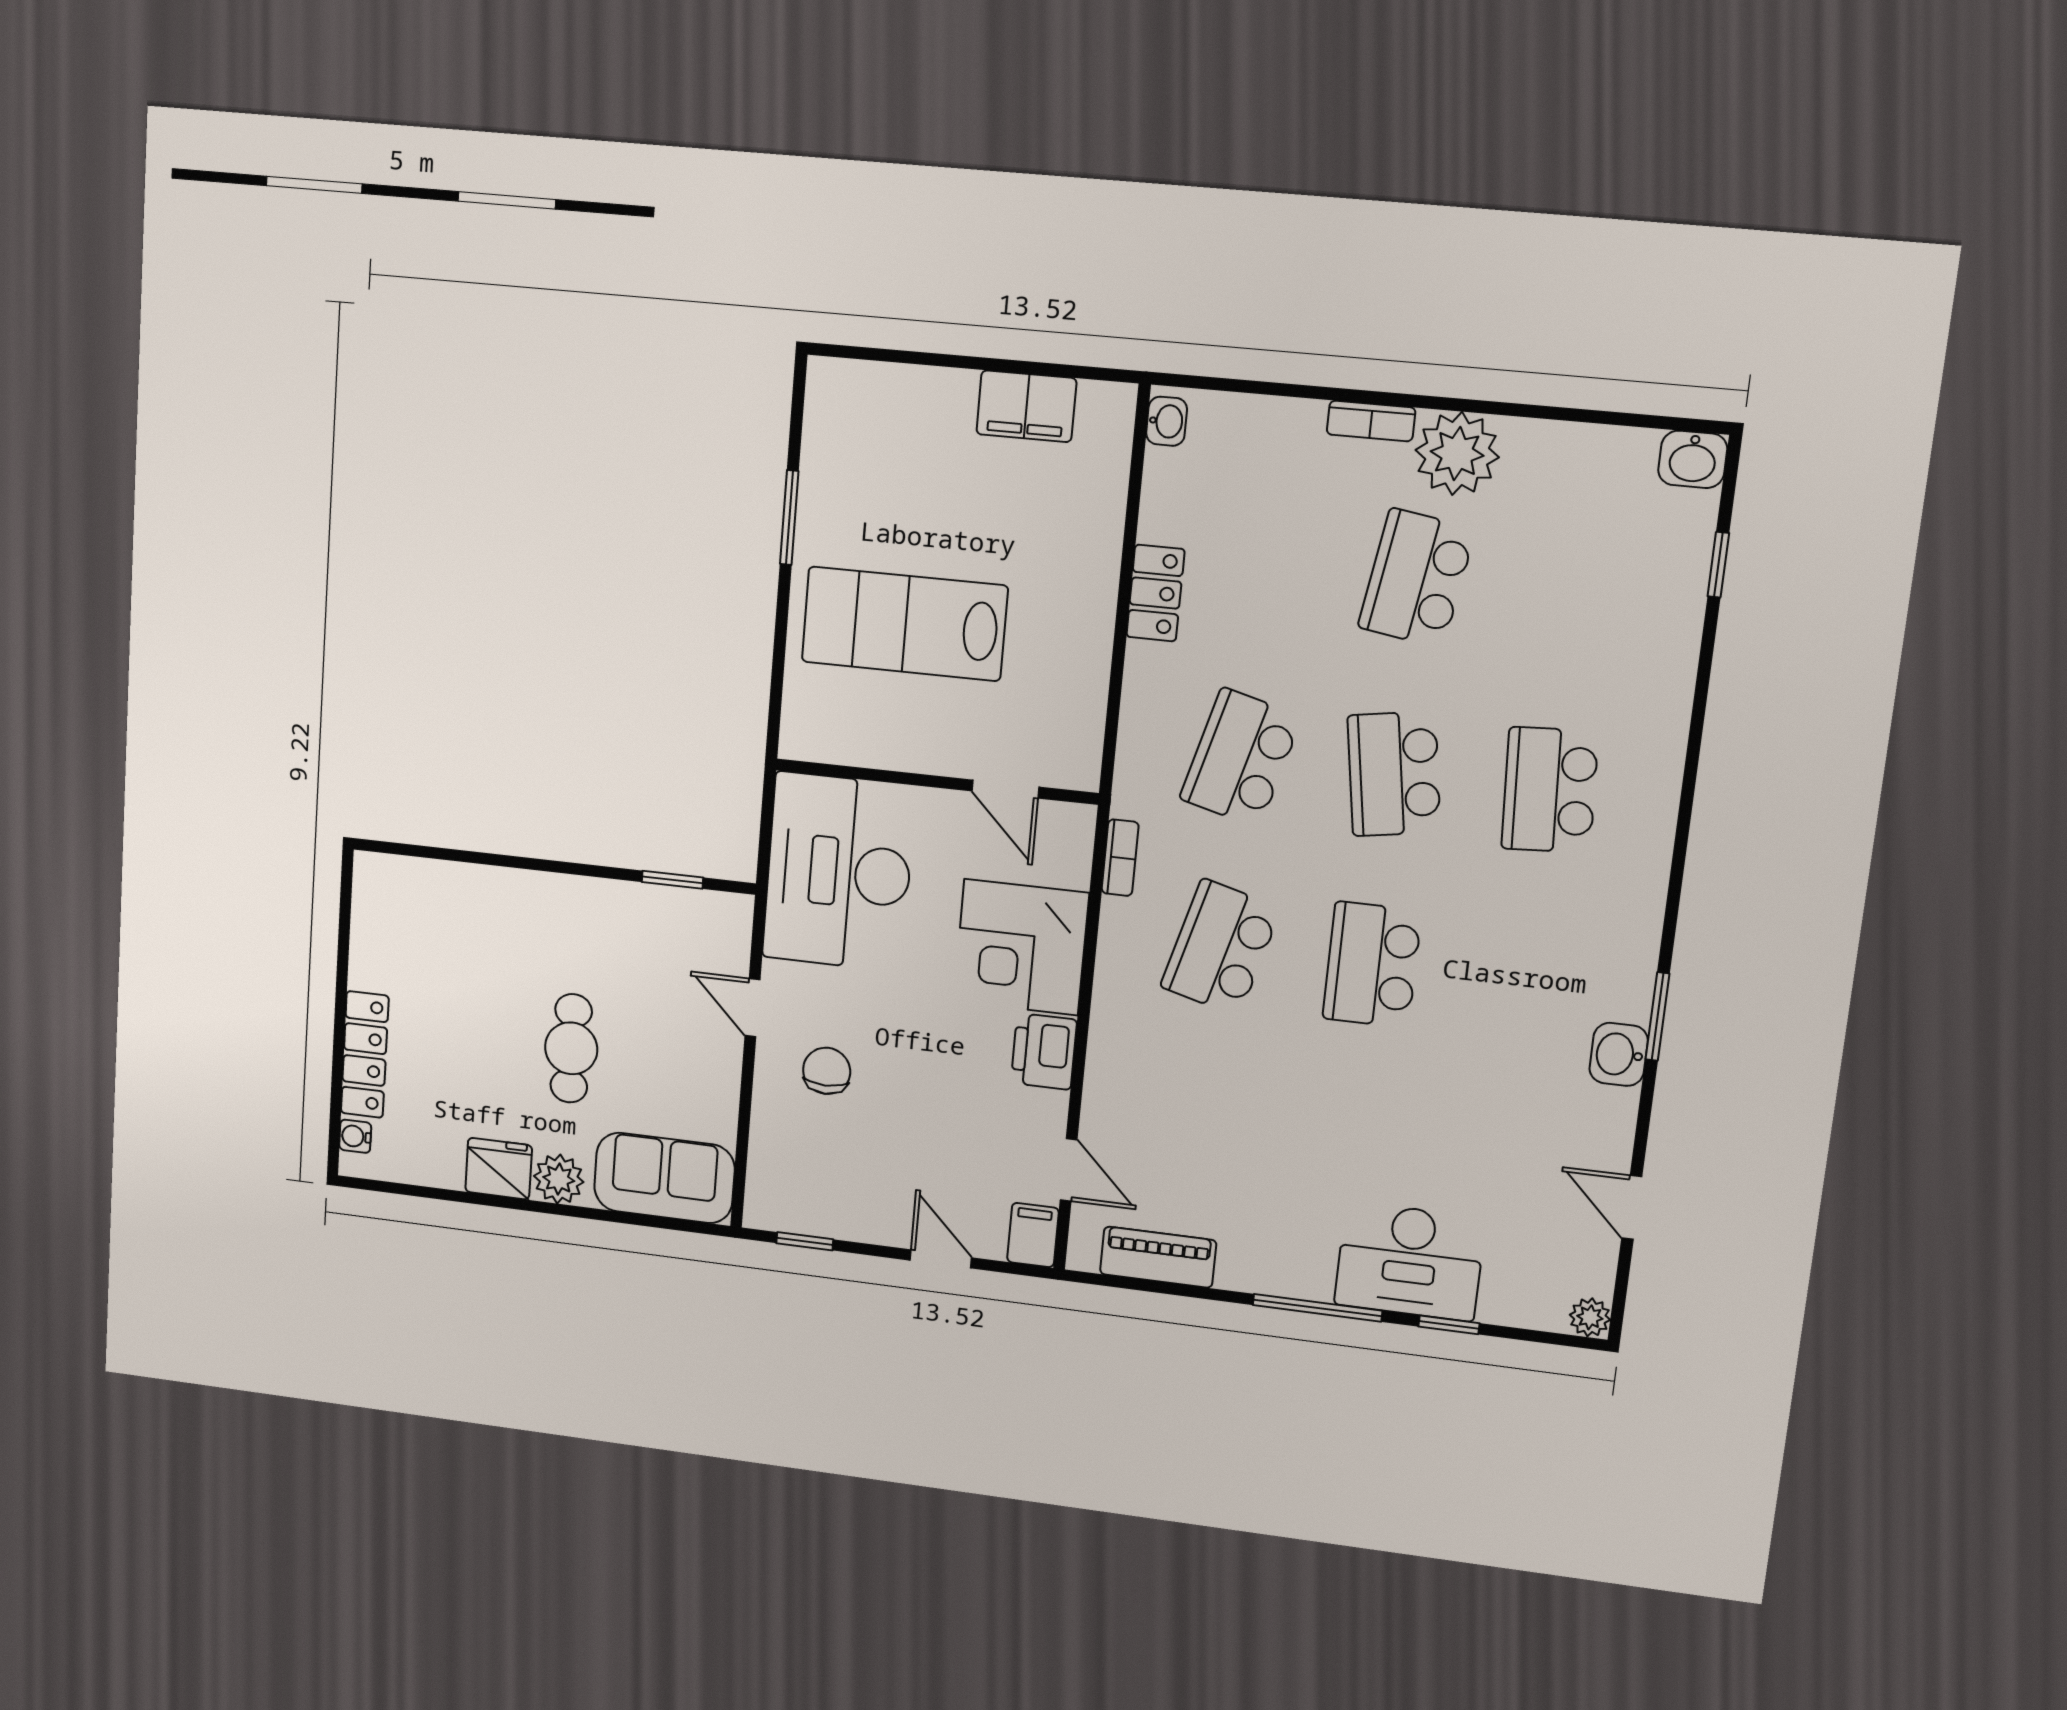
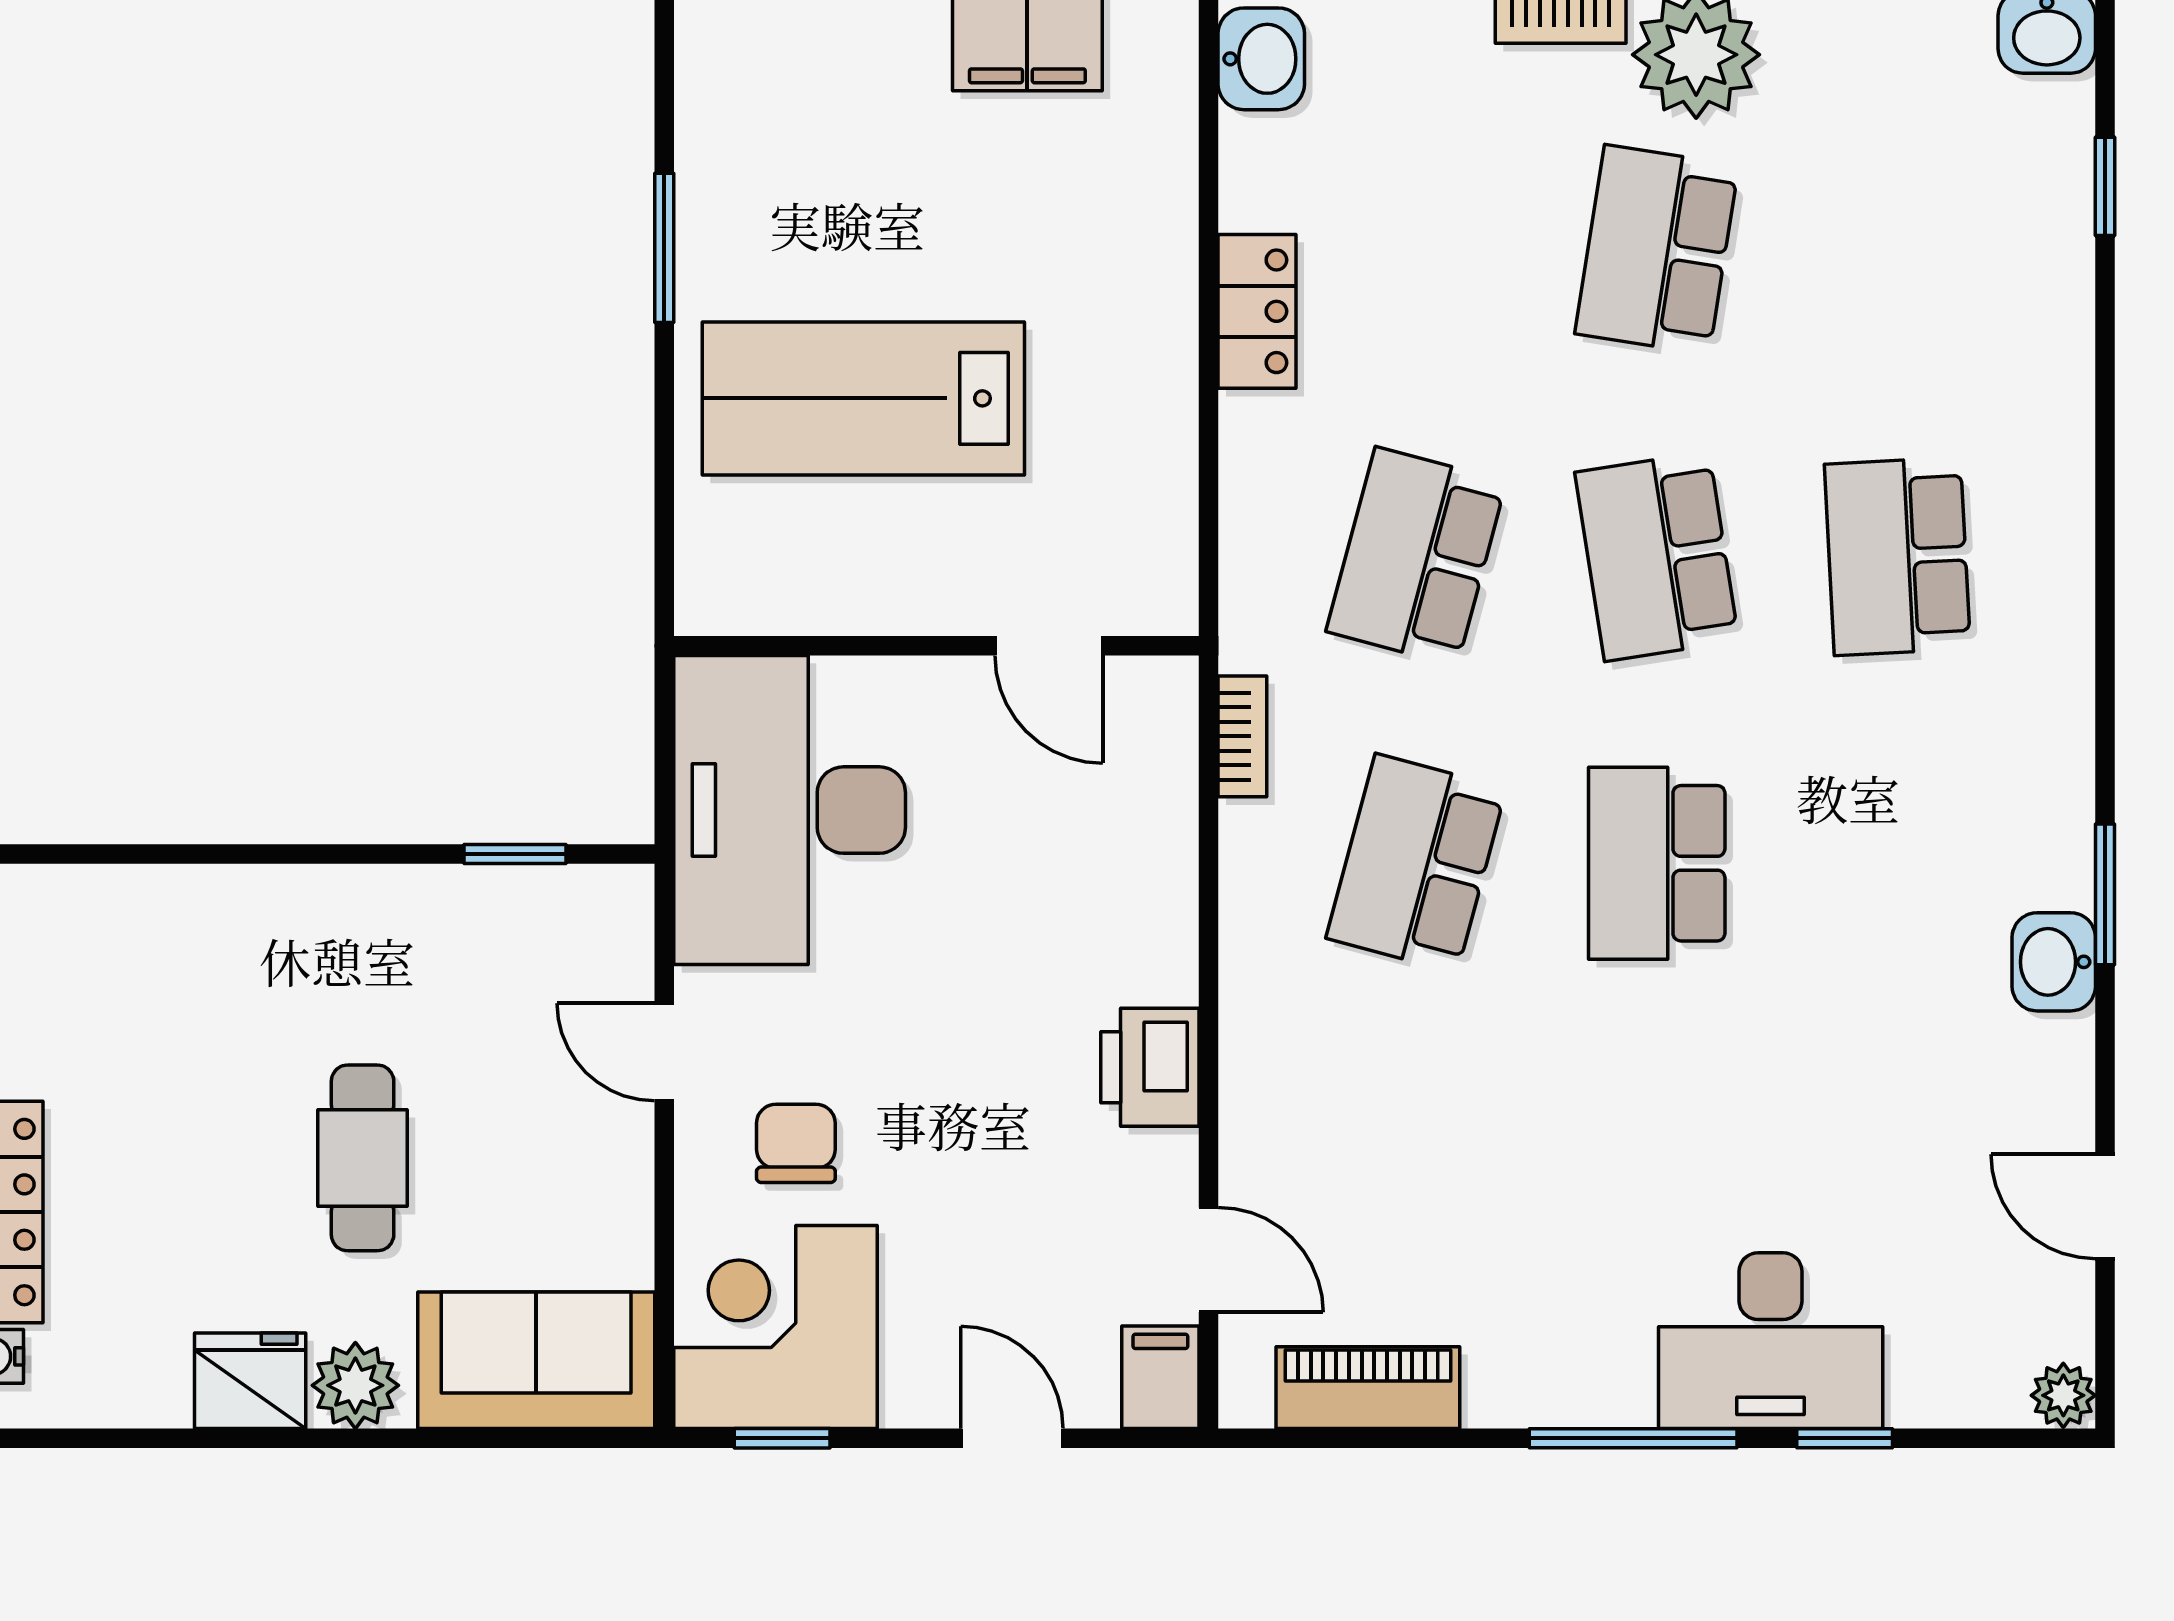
washbasin: (1167, 421) -> (1261, 59), width x1.38, depth x1.45
corner desk: (1021, 947) -> (775, 1327), moved, turned 90

